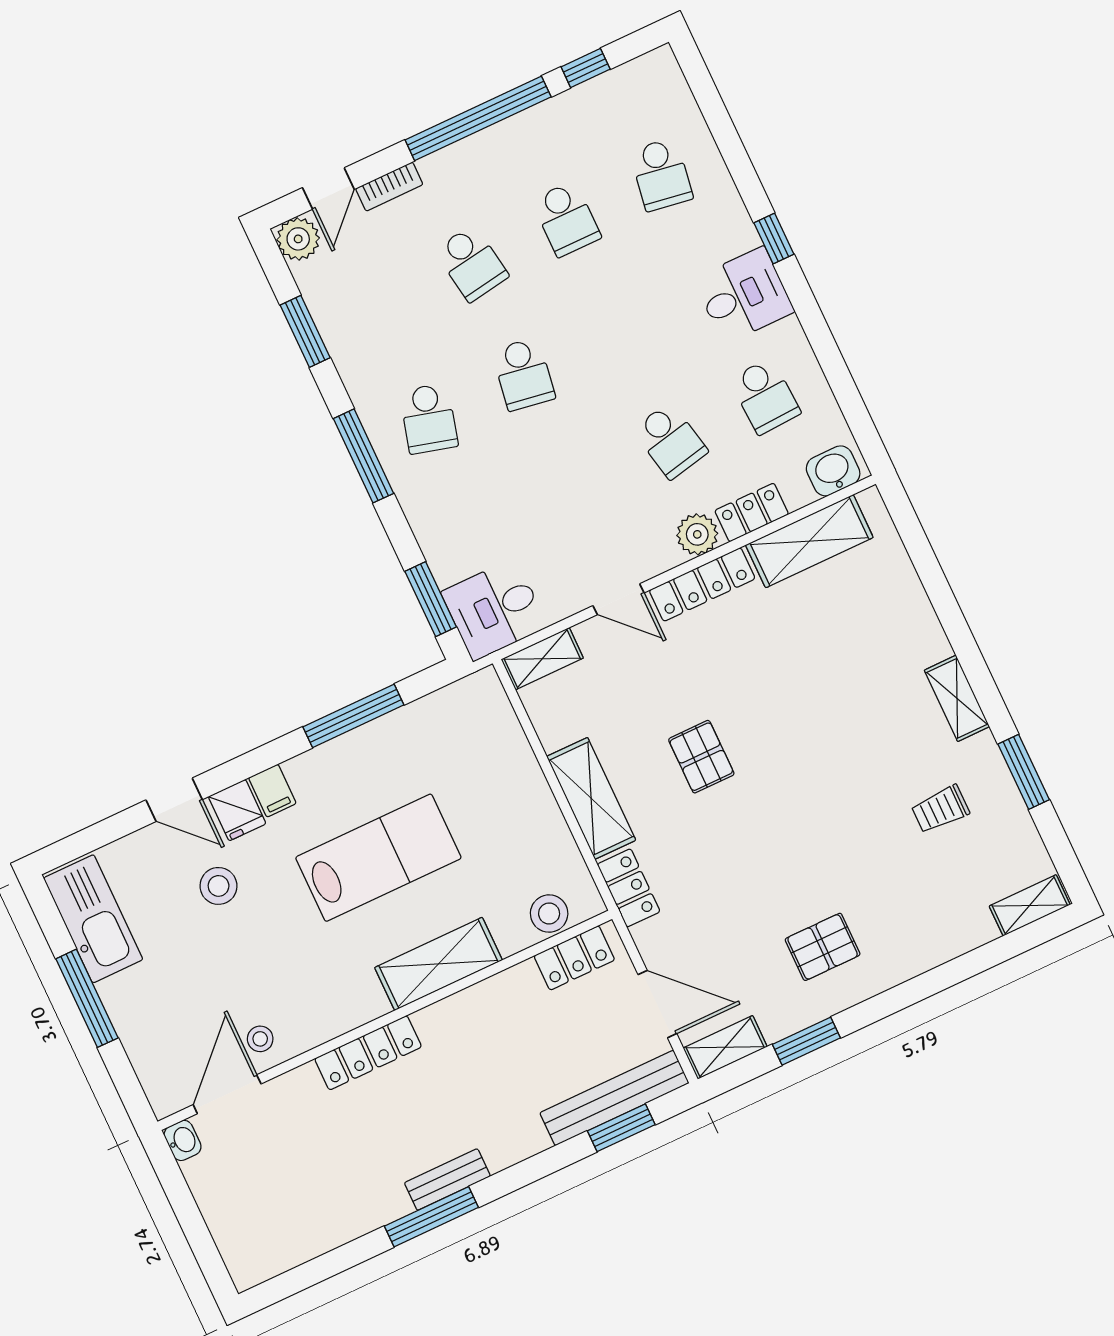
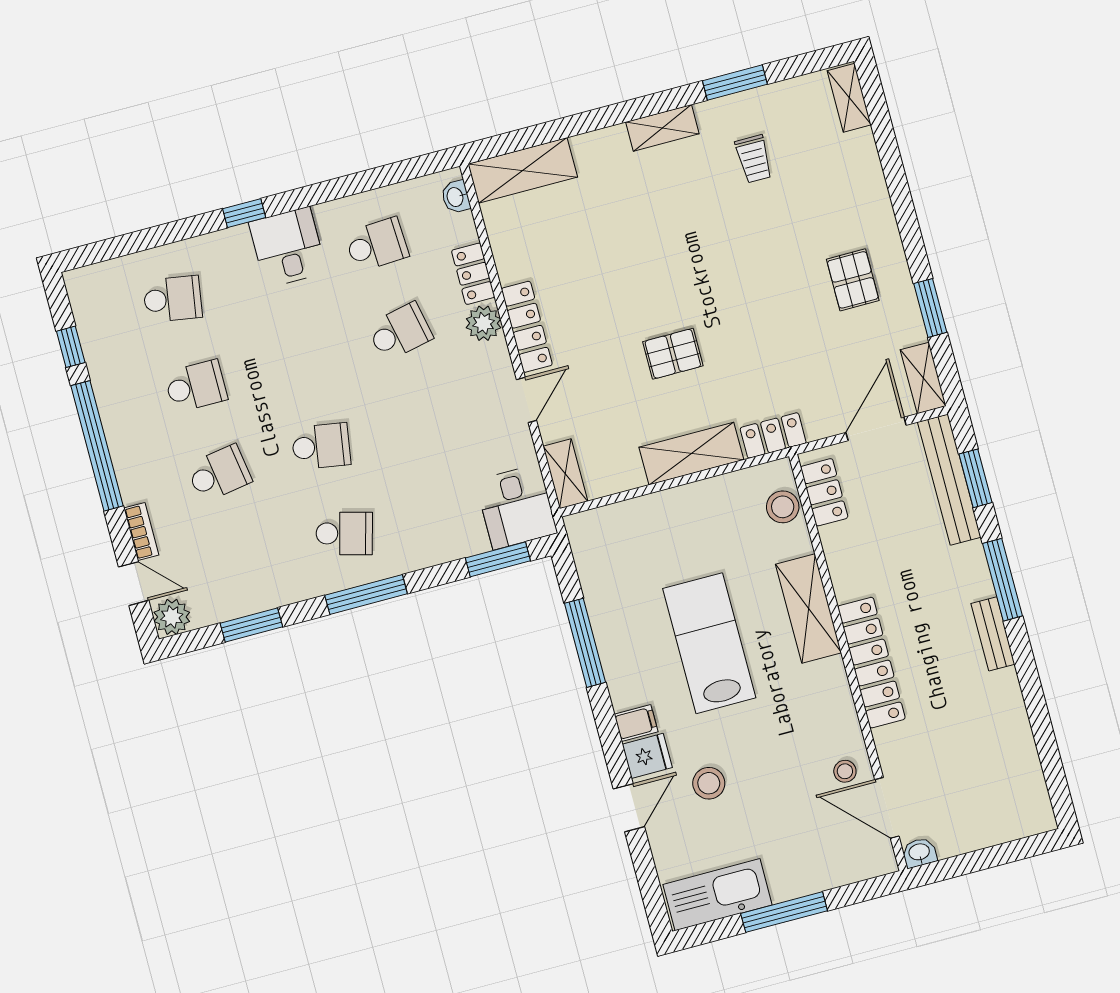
washbasin: (833, 471) -> (456, 197), width x0.72, depth x0.69
shelving: (809, 541) -> (523, 170), moved, turned 90
locker: (368, 1053) -> (871, 663), width x1.41, depth x1.21
window: (431, 1217) -> (1002, 580), moved

